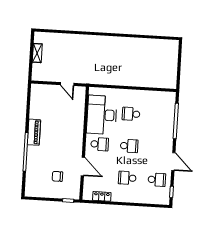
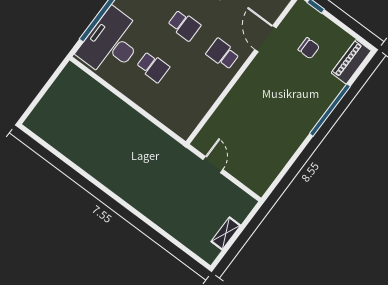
desk: (102, 115) -> (111, 43), moved, turned 180
piano: (34, 132) -> (351, 62), moved
school desk: (129, 146) -> (184, 25), turned 180

